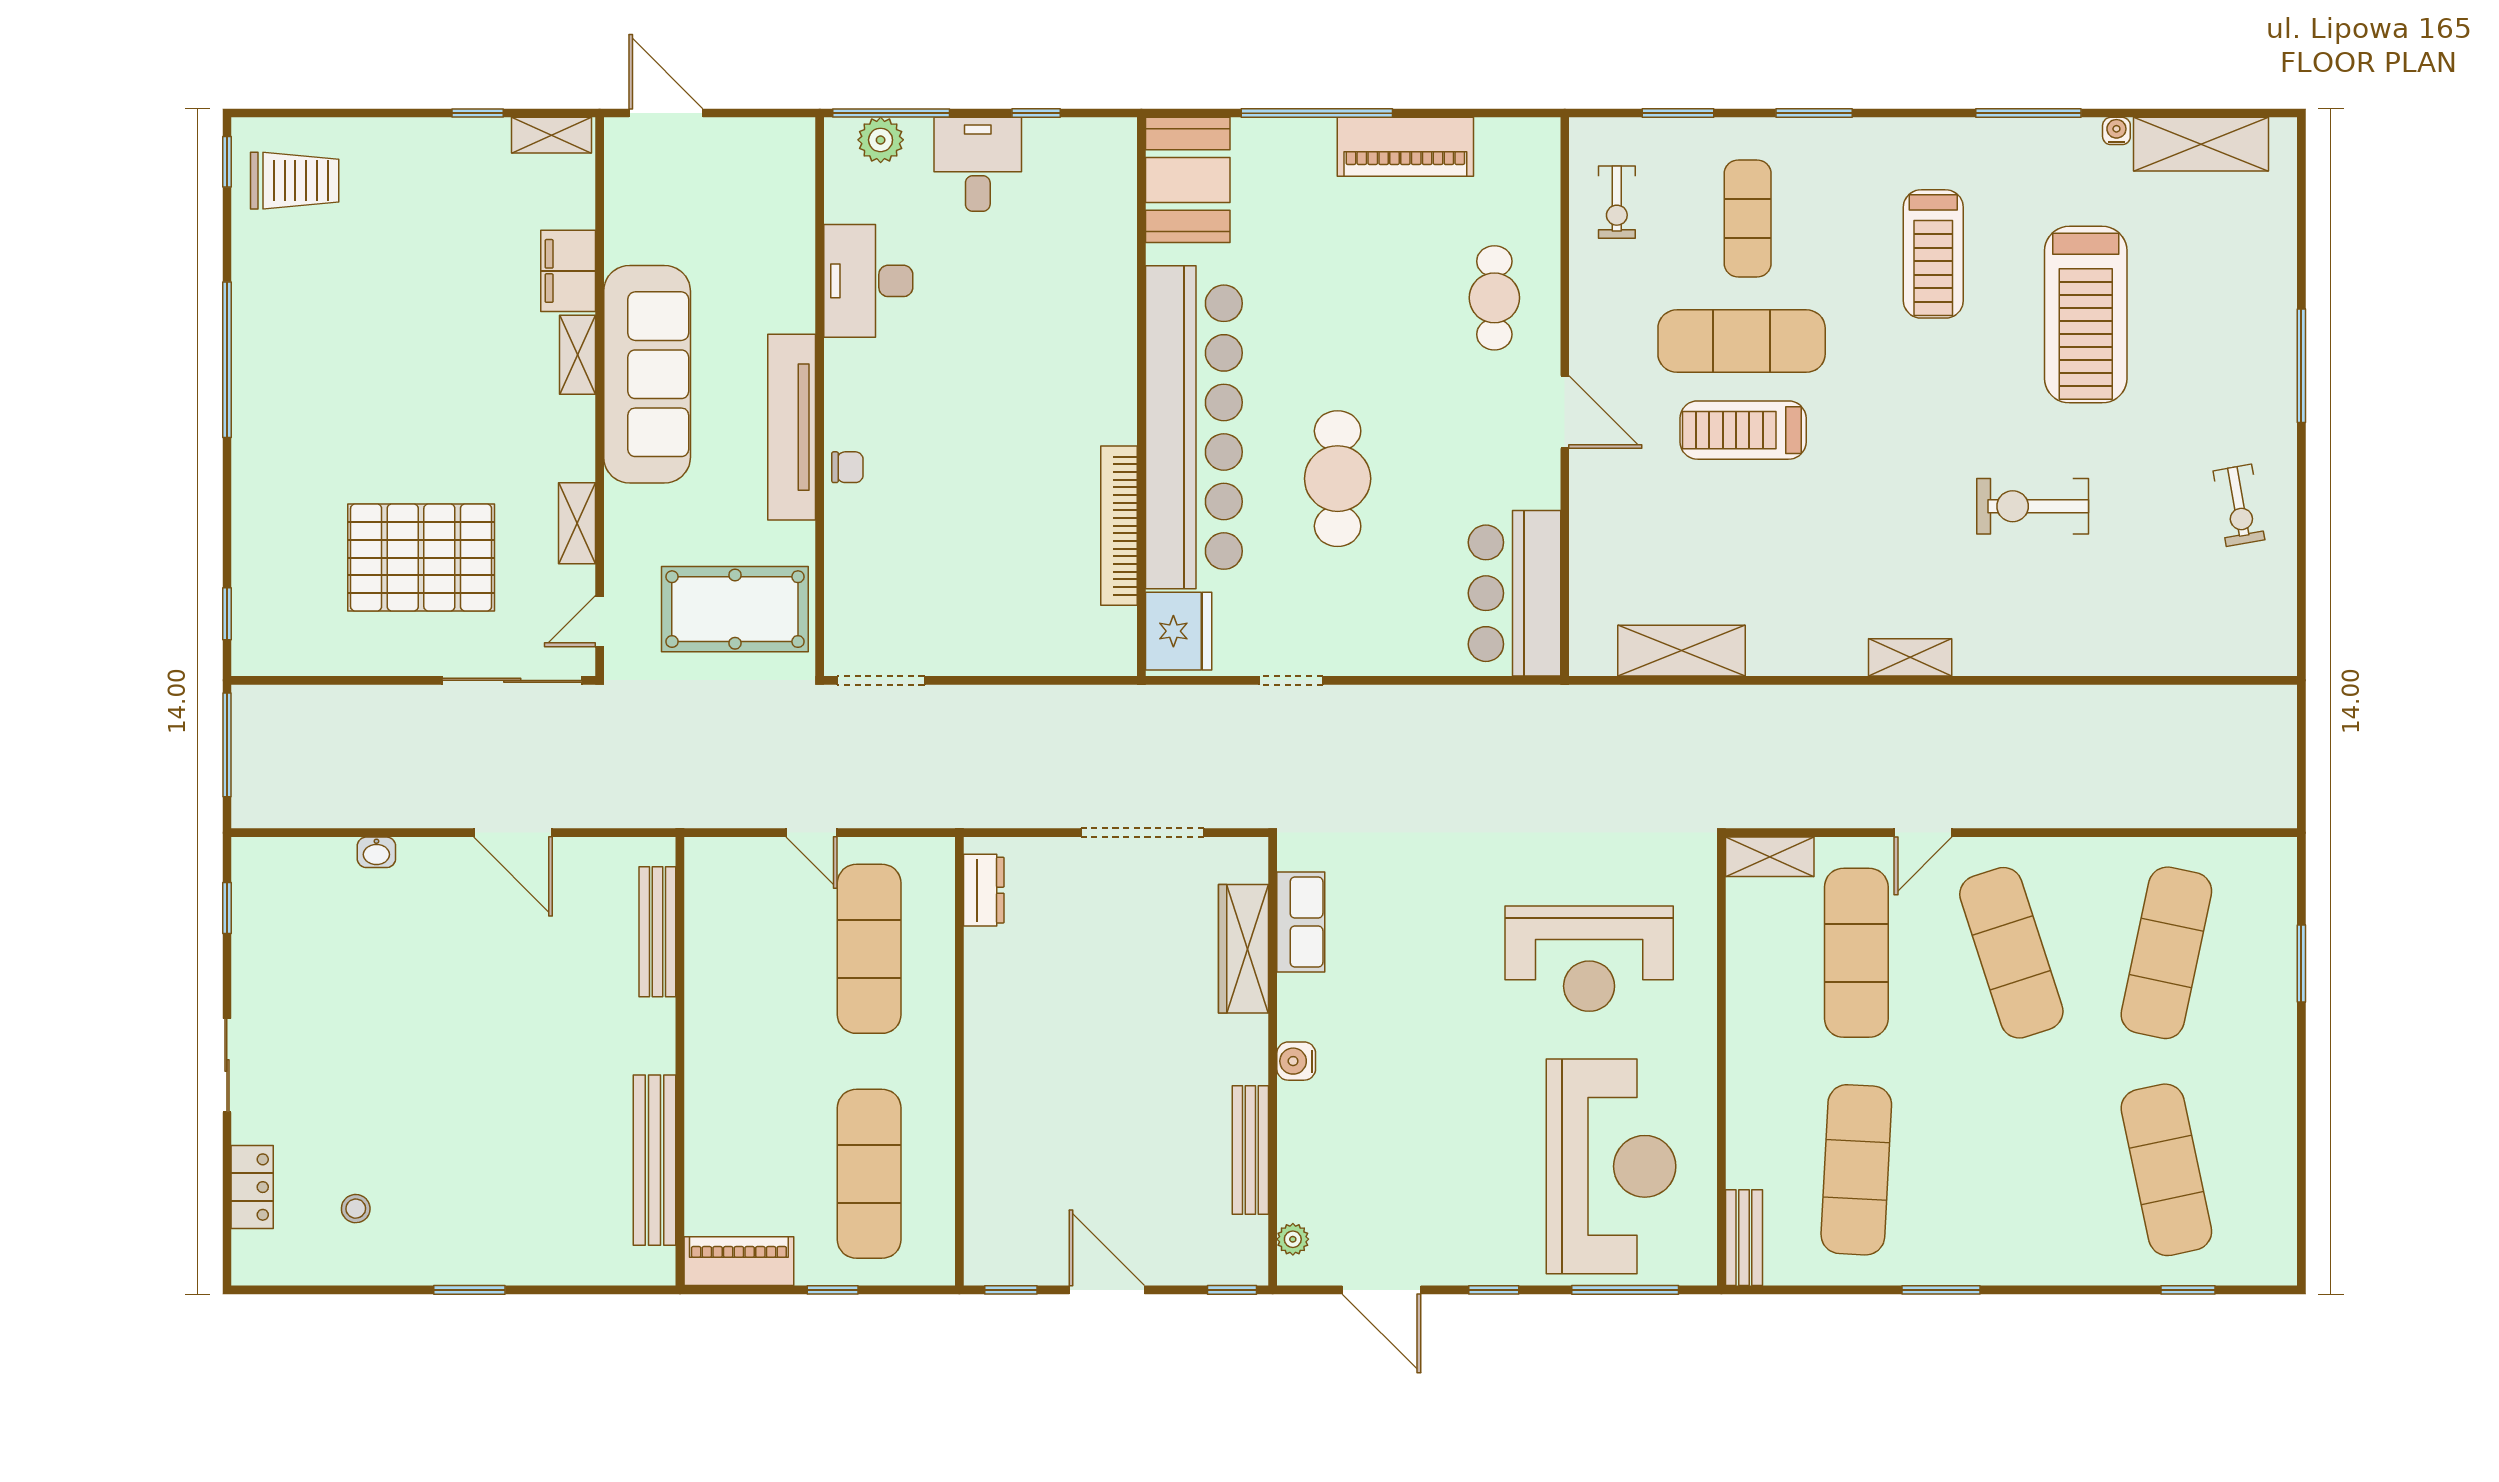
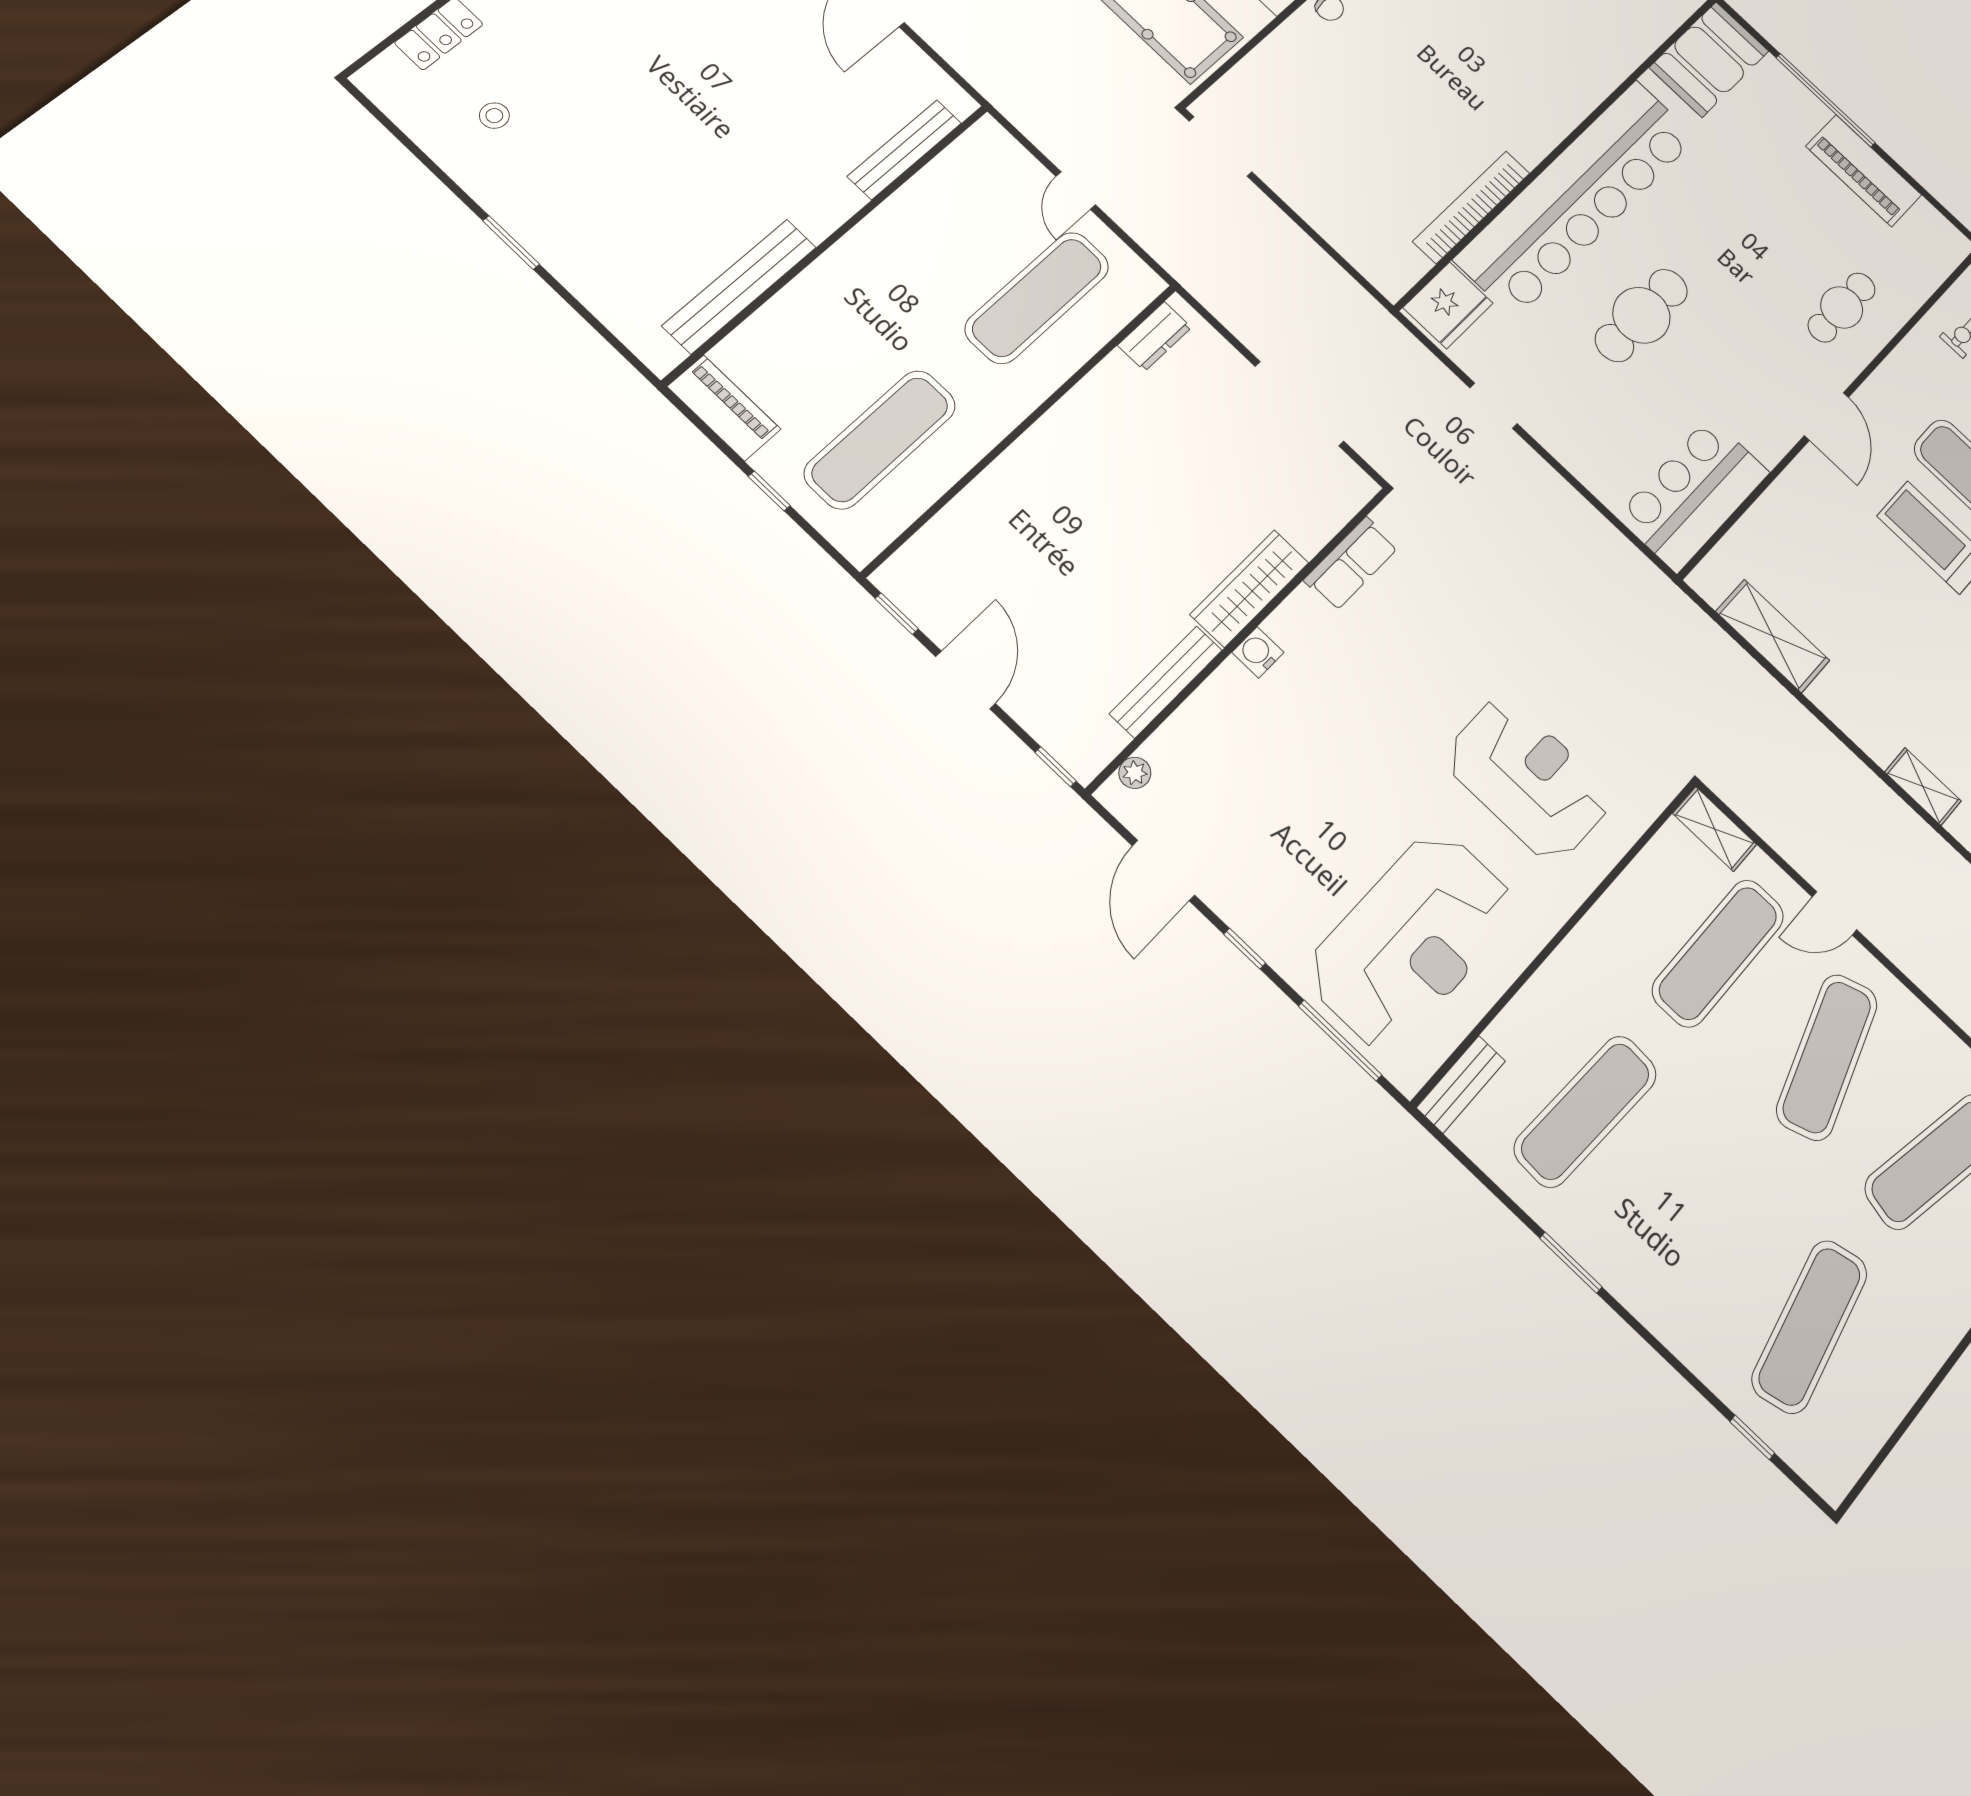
wardrobe: (1244, 949) -> (1250, 588), moved
reception desk: (1589, 959) -> (1528, 779), turned 180

